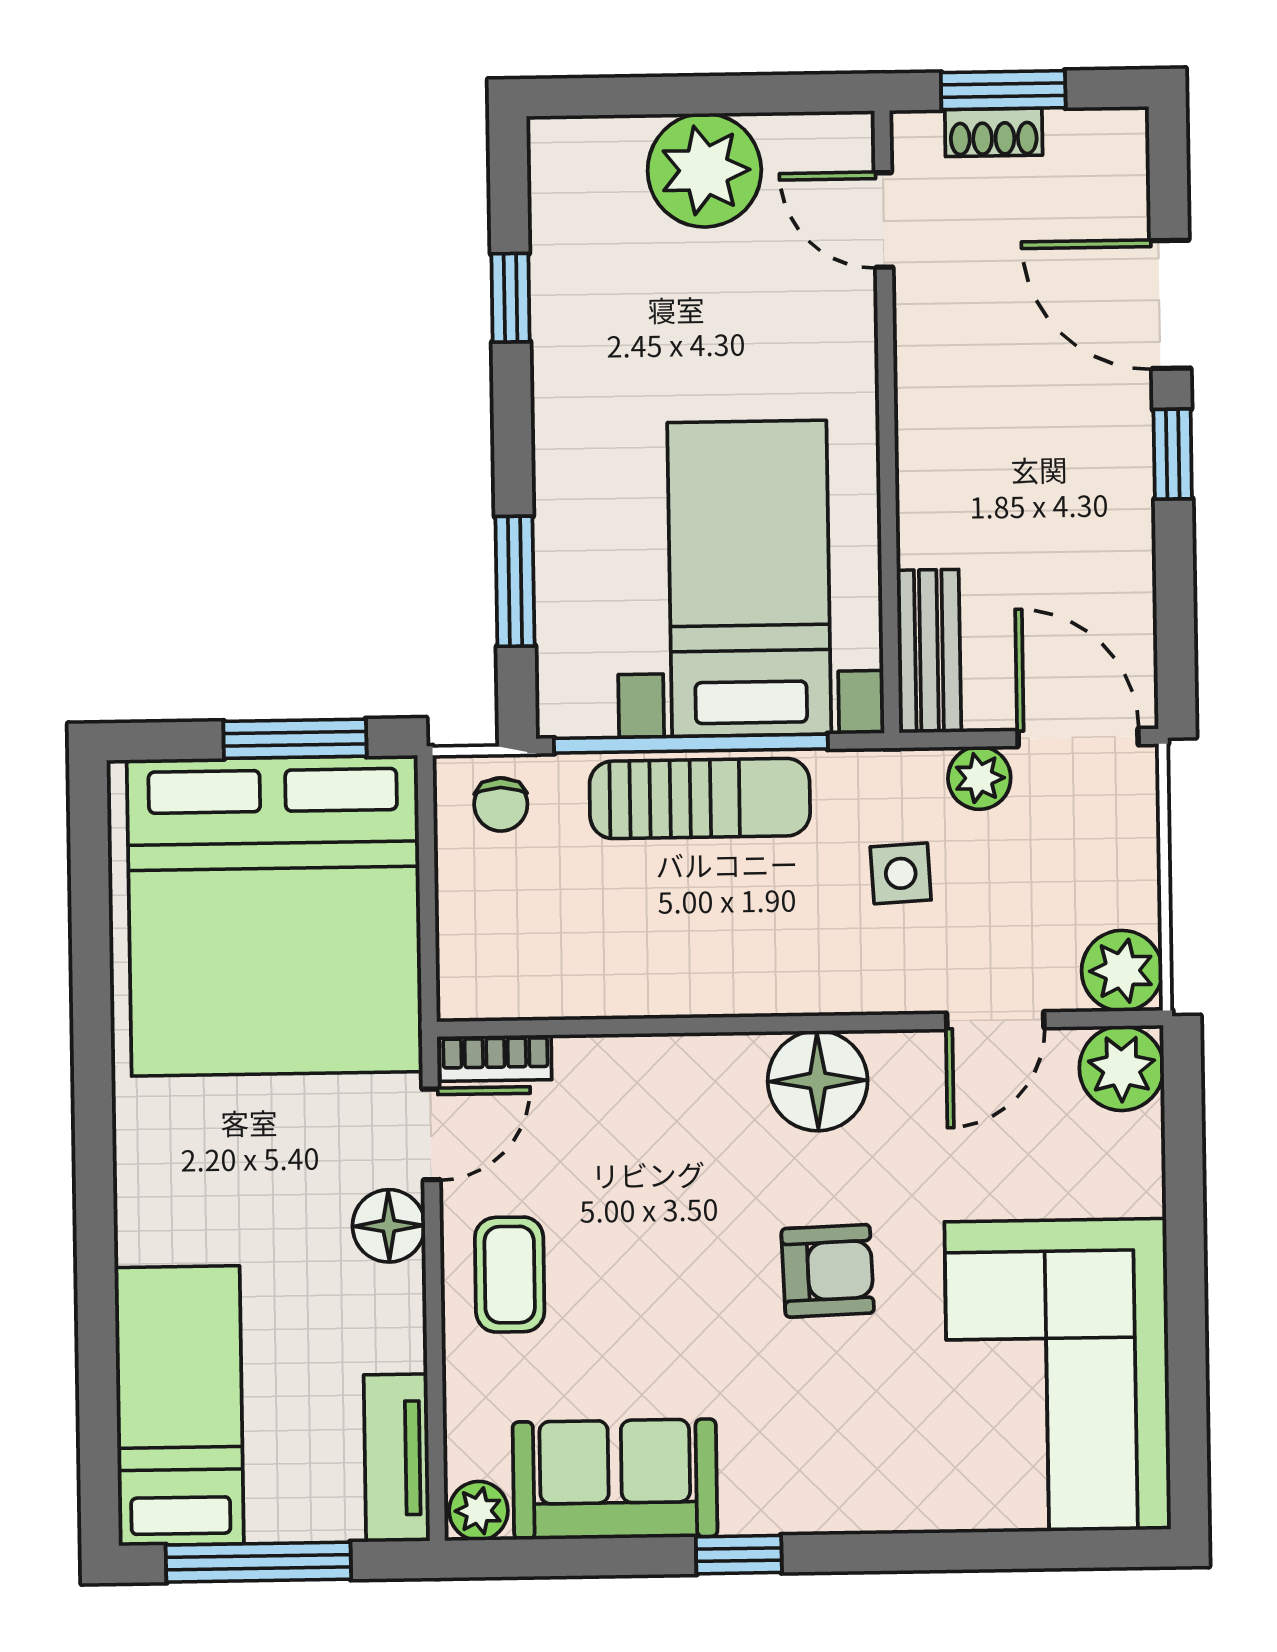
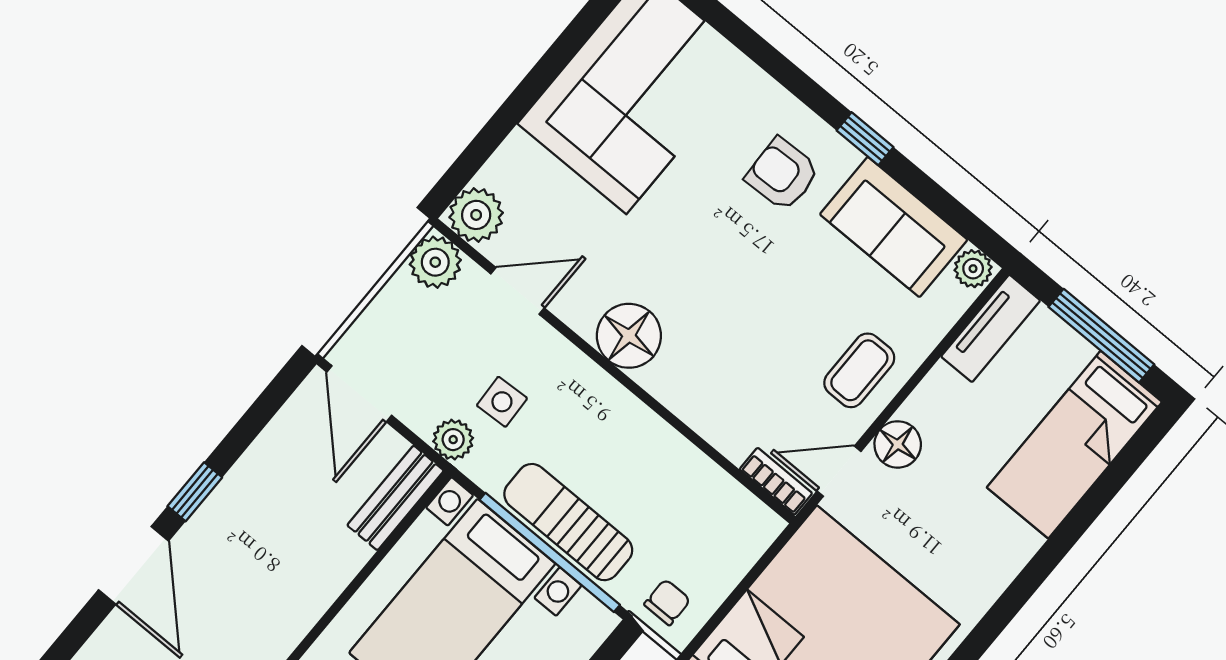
plant: (979, 778) -> (453, 440), moved
armchair: (828, 1271) -> (782, 174), moved

